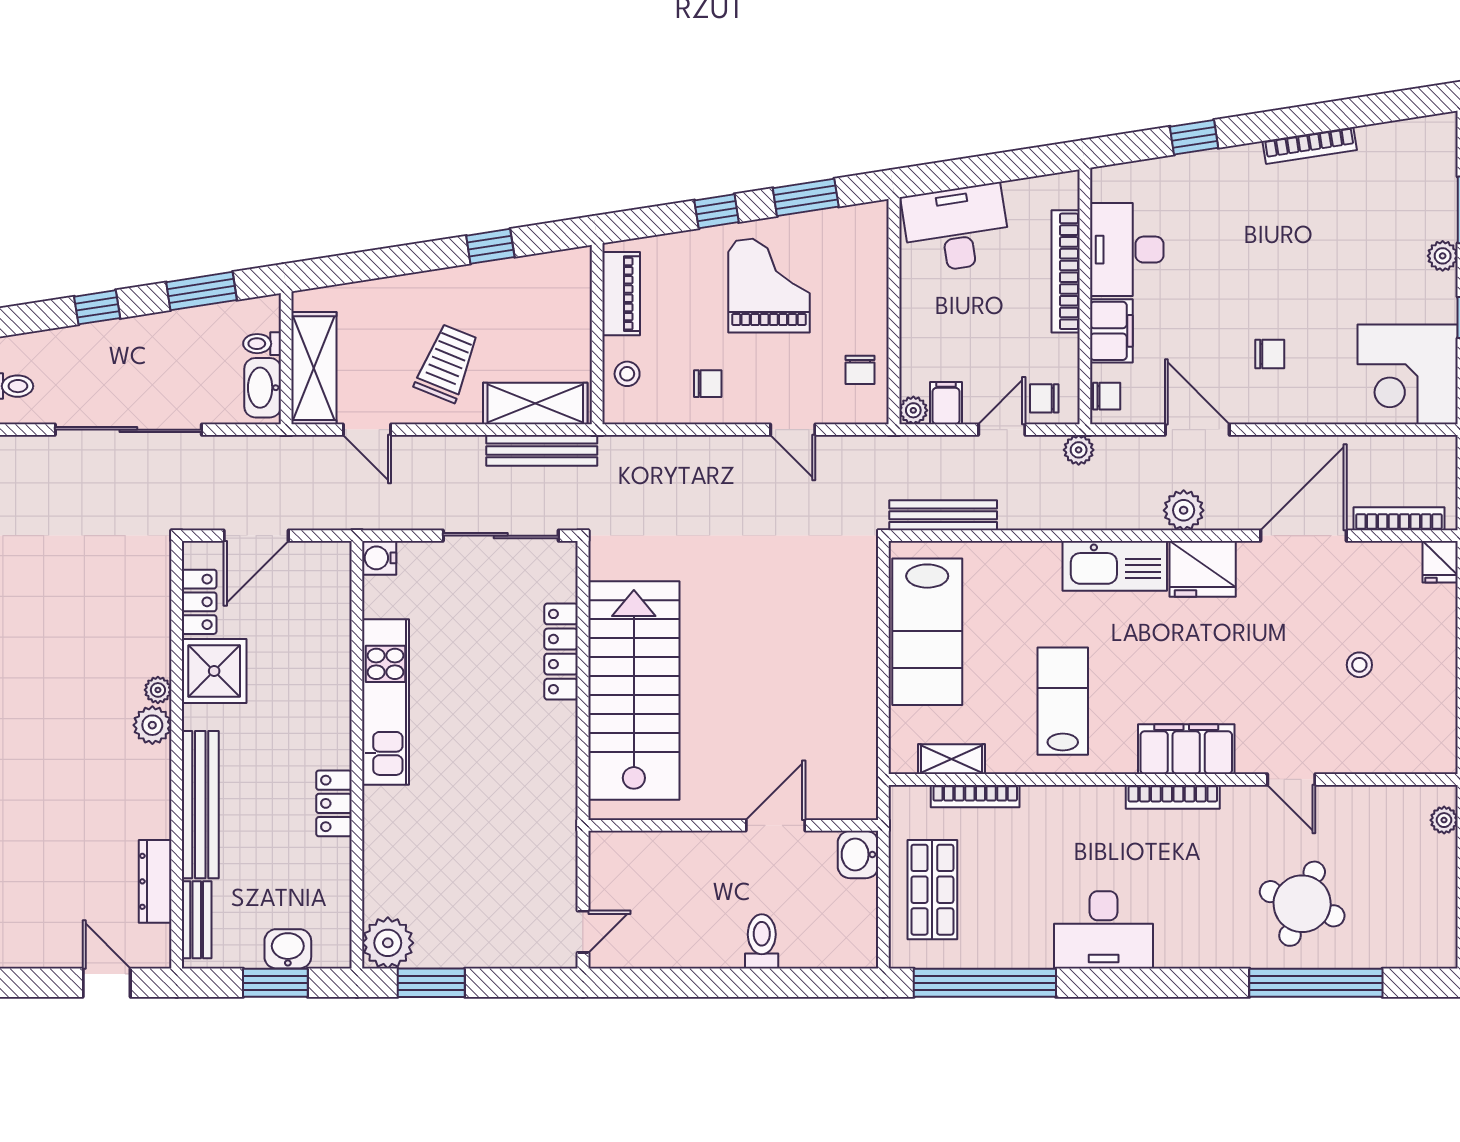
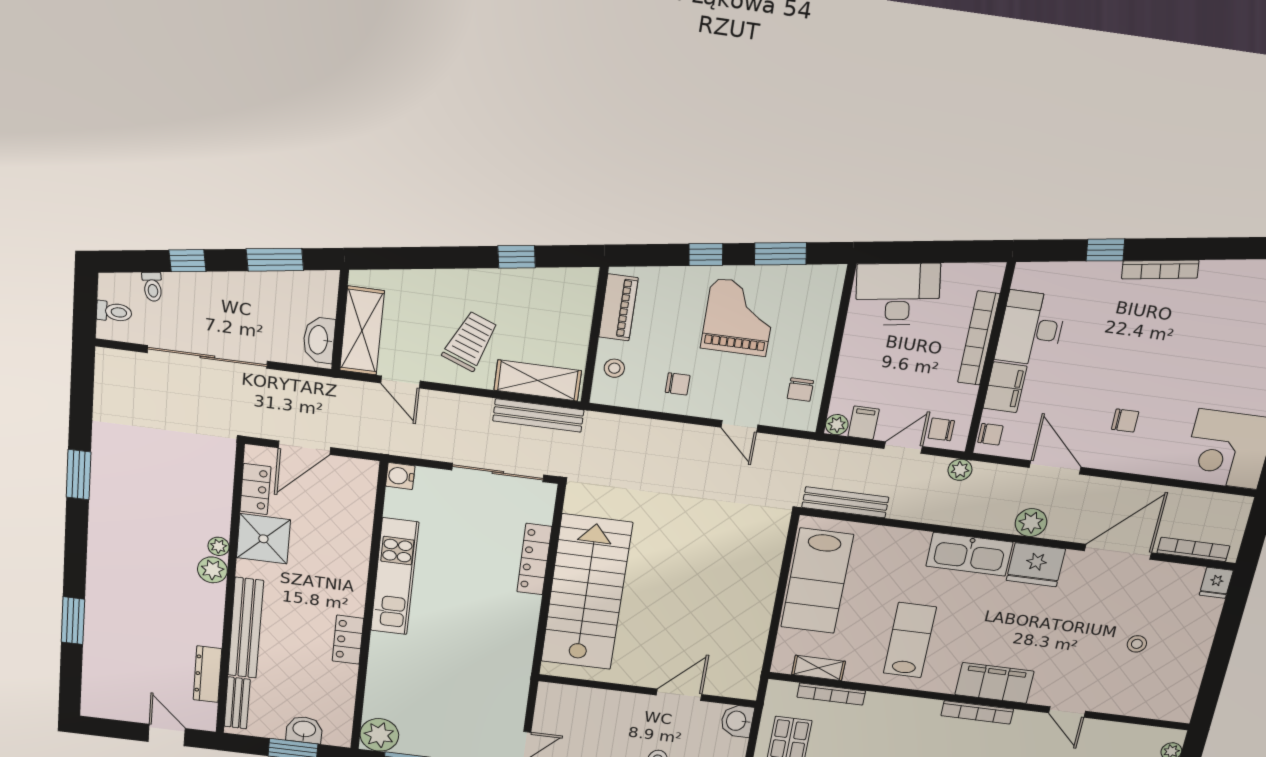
bookcase: (1310, 145) -> (1160, 270), moved
toilet: (262, 344) -> (153, 287), moved, turned -99

